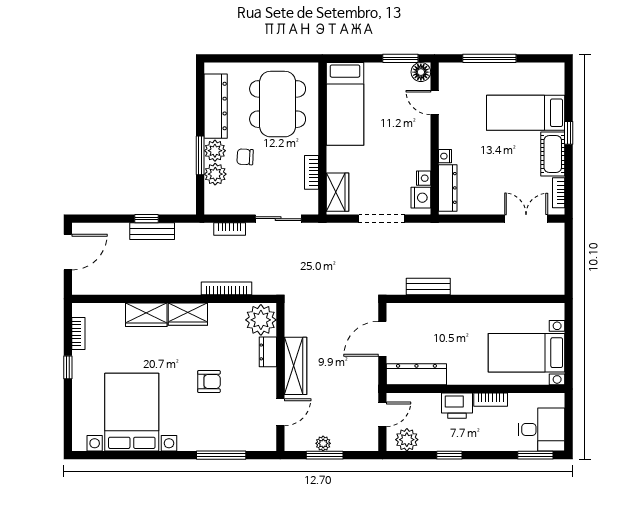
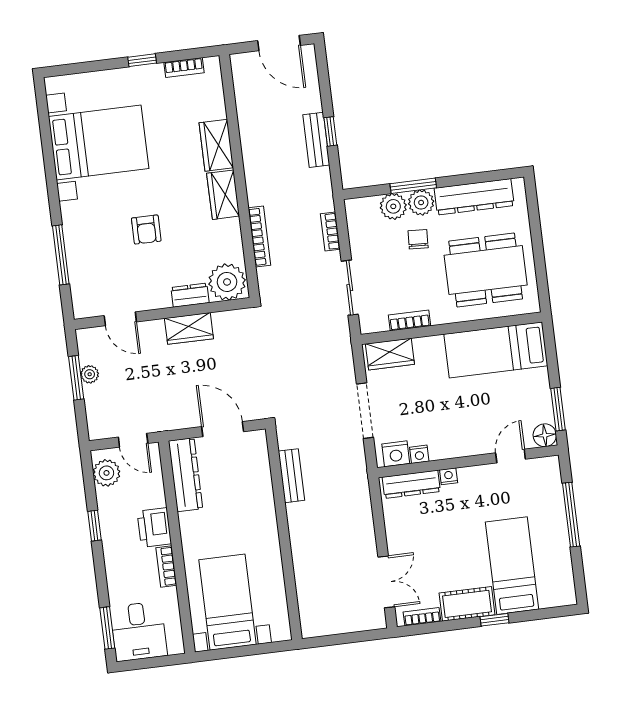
wardrobe: (295, 366) -> (189, 328), width x0.67

